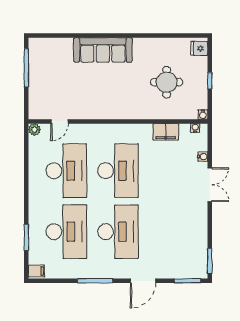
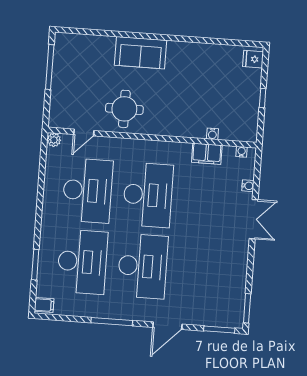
sofa: (103, 50) -> (141, 53), width x0.73
round table: (167, 82) -> (124, 109), moved
water cooler: (203, 115) -> (212, 134), moved

